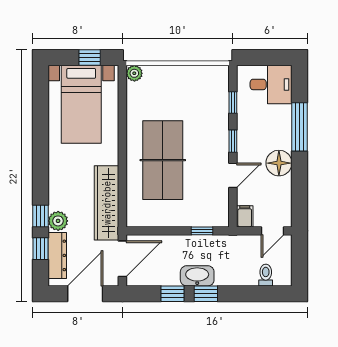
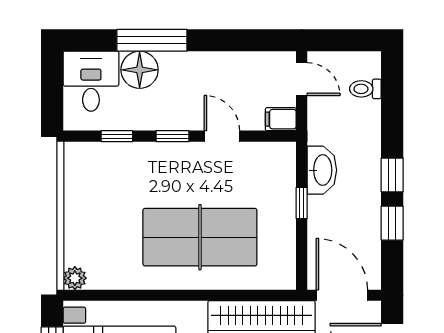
floor lamp: (279, 163) -> (140, 70), moved
window: (202, 231) -> (302, 203), moved
washbasin: (197, 276) -> (322, 170), moved, turned 180

